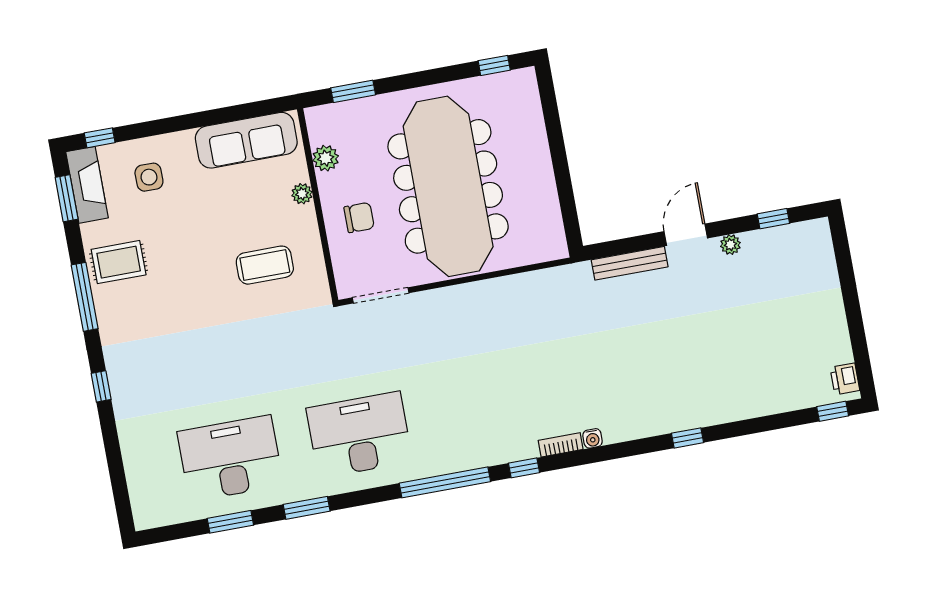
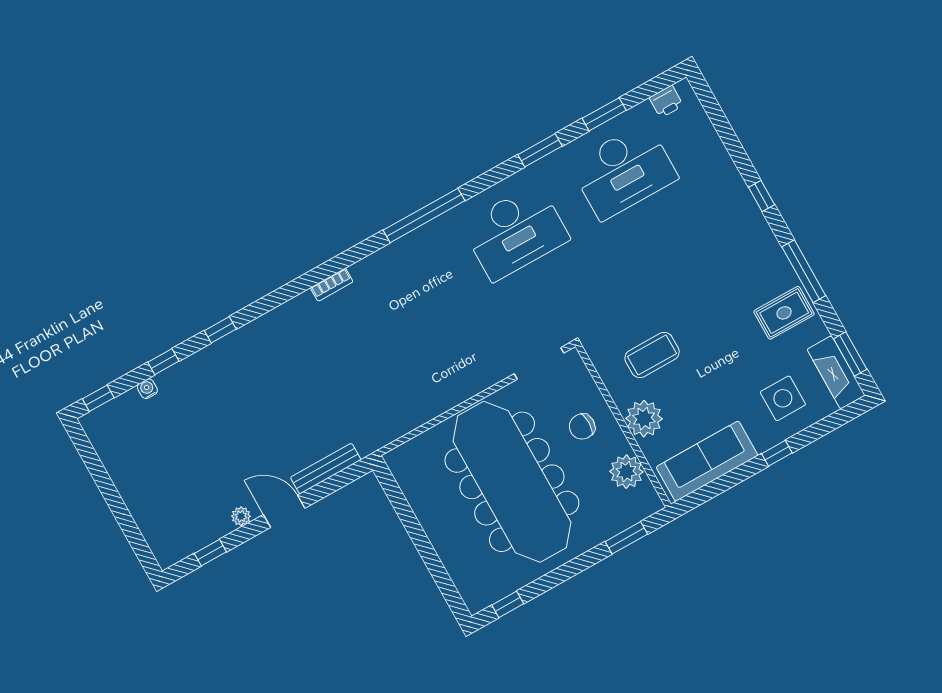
window: (100, 138) -> (777, 453), moved
plant: (326, 158) -> (626, 472), width x1.36, depth x1.36
side table: (149, 177) -> (783, 398), width x1.37, depth x1.37
plant: (302, 194) -> (644, 419), width x1.87, depth x1.87
door: (686, 235) -> (284, 511), swing flipped
printer: (845, 379) -> (666, 102), moved, turned 90
water cooler: (593, 438) -> (147, 389), moved
window: (524, 468) -> (163, 362), moved

